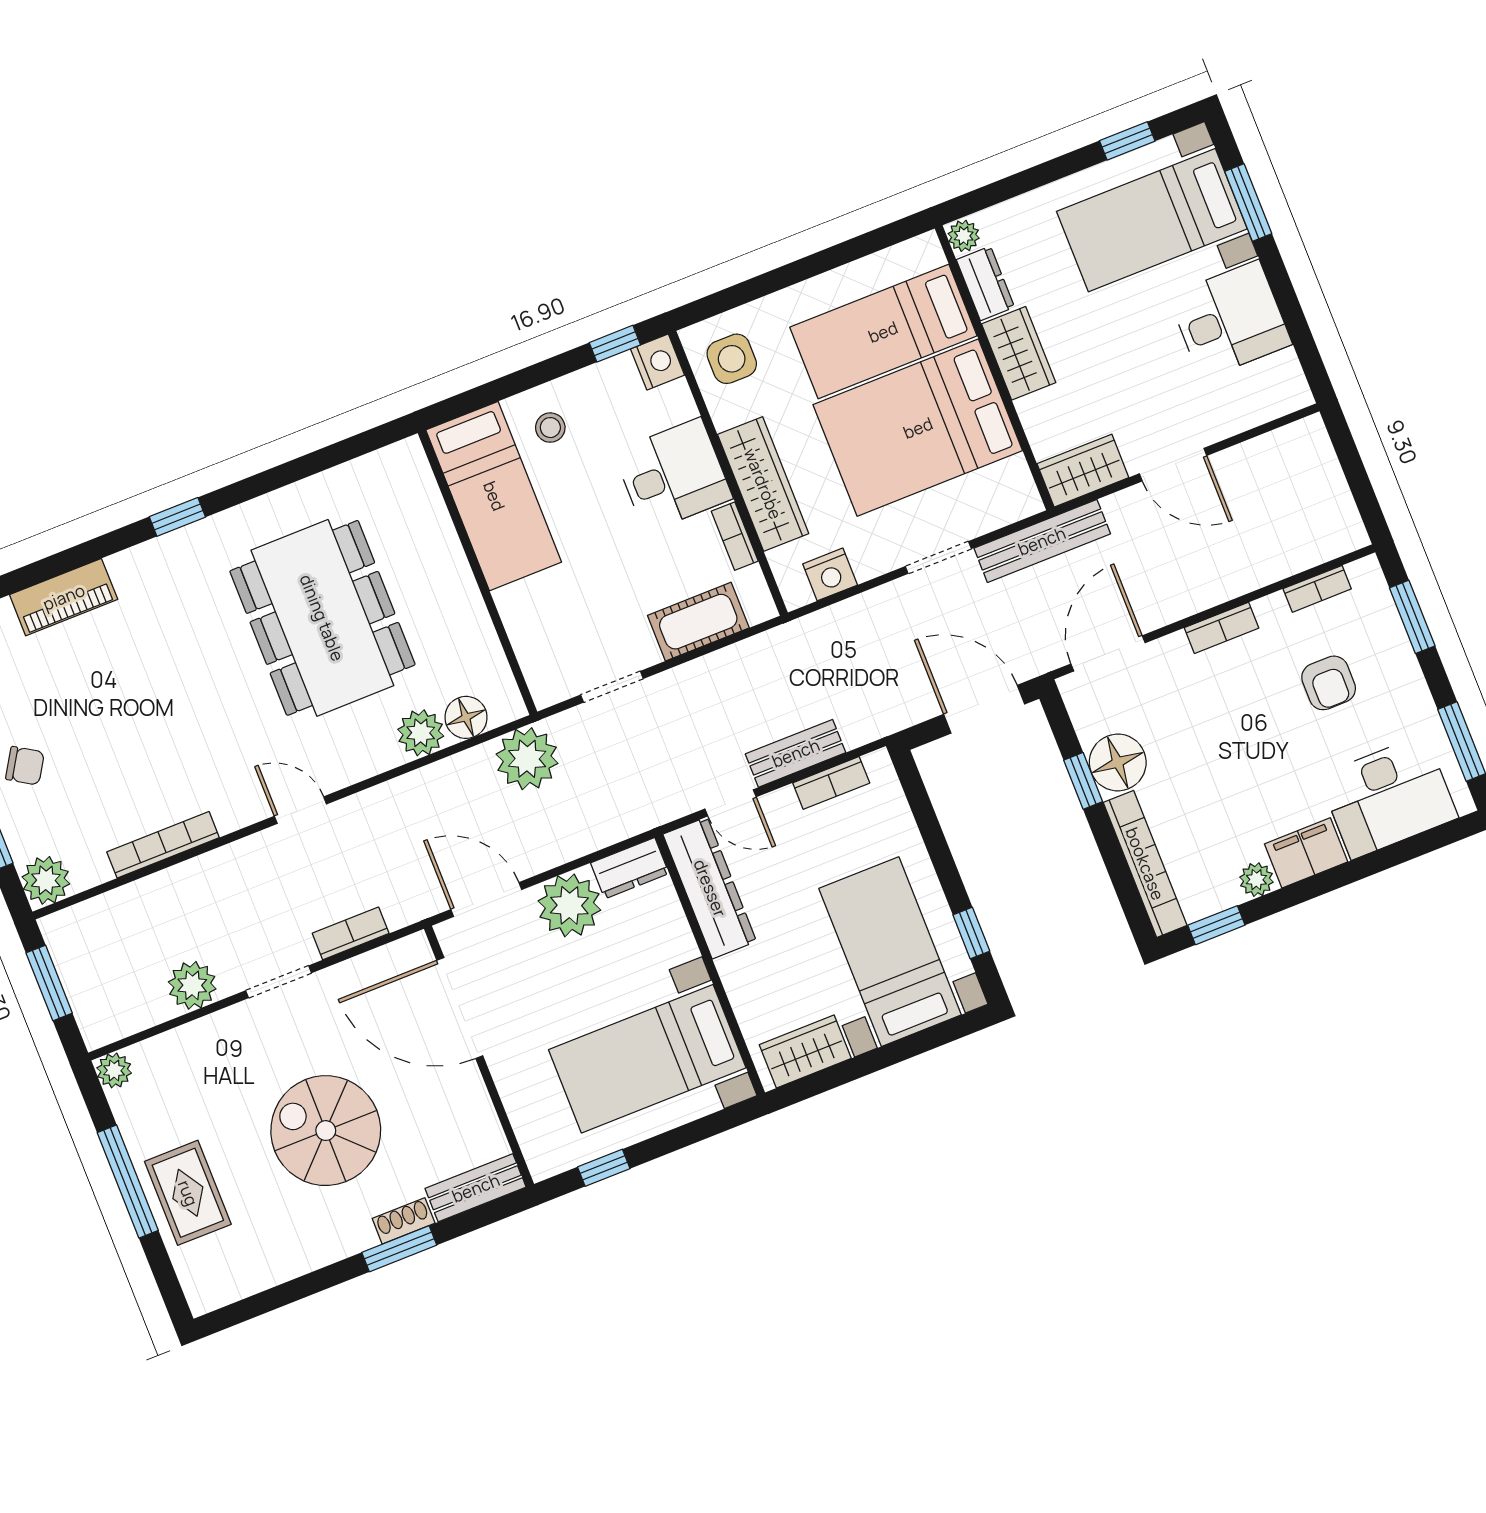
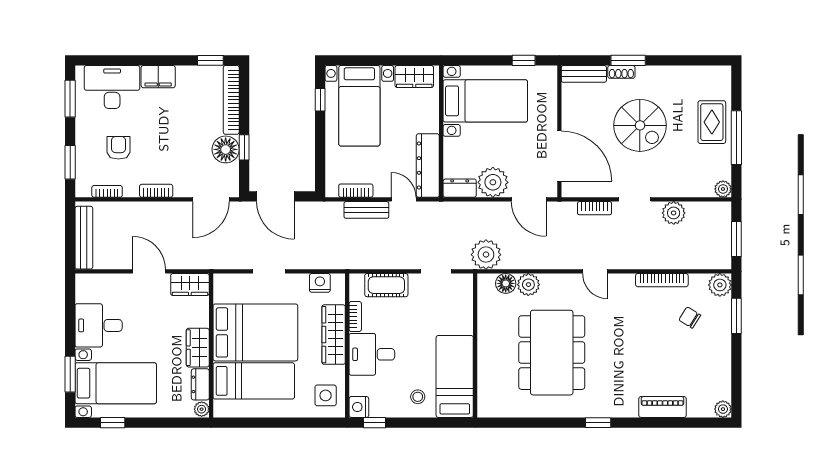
bench: (1042, 541) -> (84, 238), moved, turned 90
chair: (25, 766) -> (690, 318), moved
plant: (1256, 880) -> (185, 73), removed

